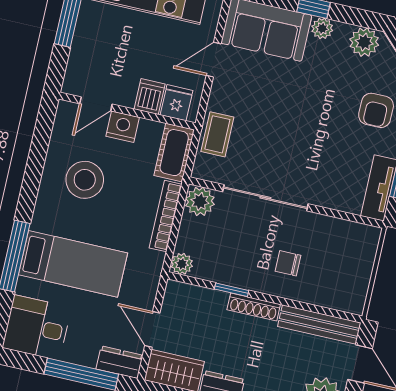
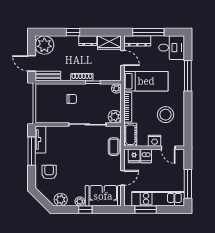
door: (96, 104) -> (168, 148), swing flipped
bed: (73, 264) -> (146, 81), moved, turned 180
bench: (319, 325) -> (48, 76), width x0.73
dresser: (120, 362) -> (137, 41), width x1.44

